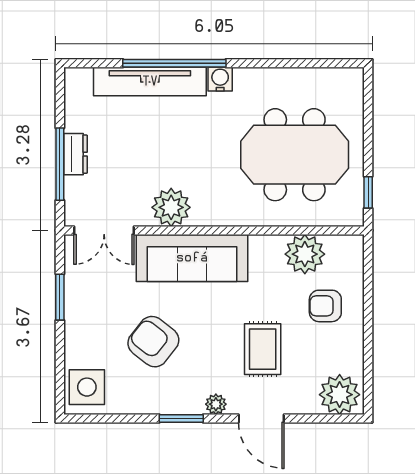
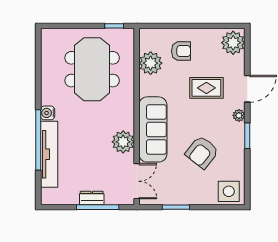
armchair: (325, 306) -> (181, 51), turned -90

